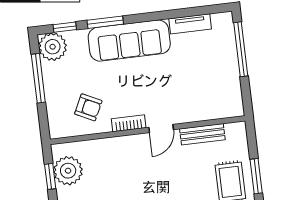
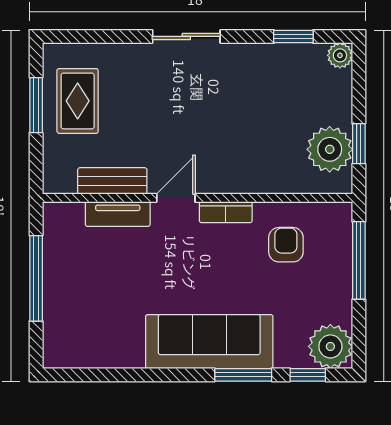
tv unit: (190, 24) -> (118, 214), moved, turned 180
window: (241, 49) -> (36, 278), moved
window: (38, 78) -> (359, 260), moved
armchair: (88, 107) -> (286, 245), turned 64

